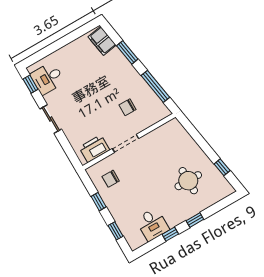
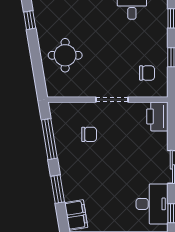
desk: (47, 78) -> (152, 204), width x1.37
printer: (94, 149) -> (157, 116), moved, turned 90
round table: (188, 181) -> (65, 55), moved

